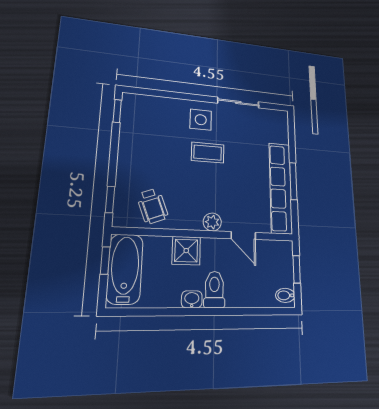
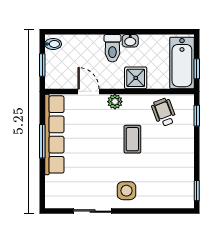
coffee table: (208, 153) -> (132, 139), moved, turned 90

